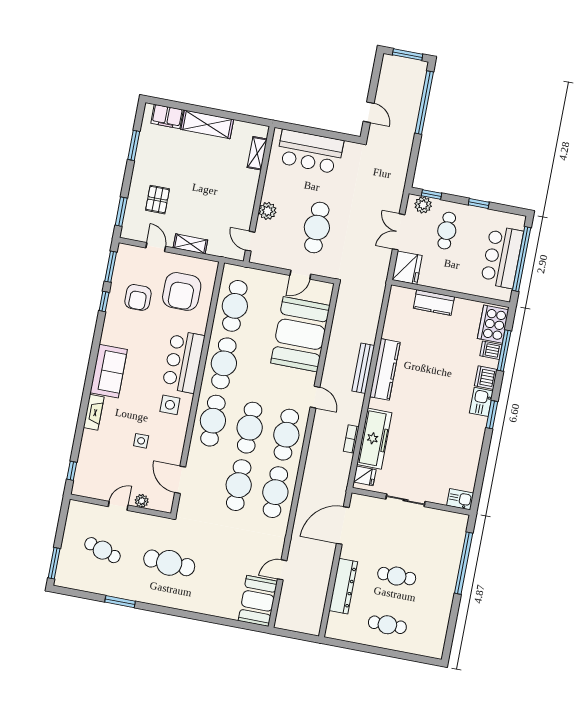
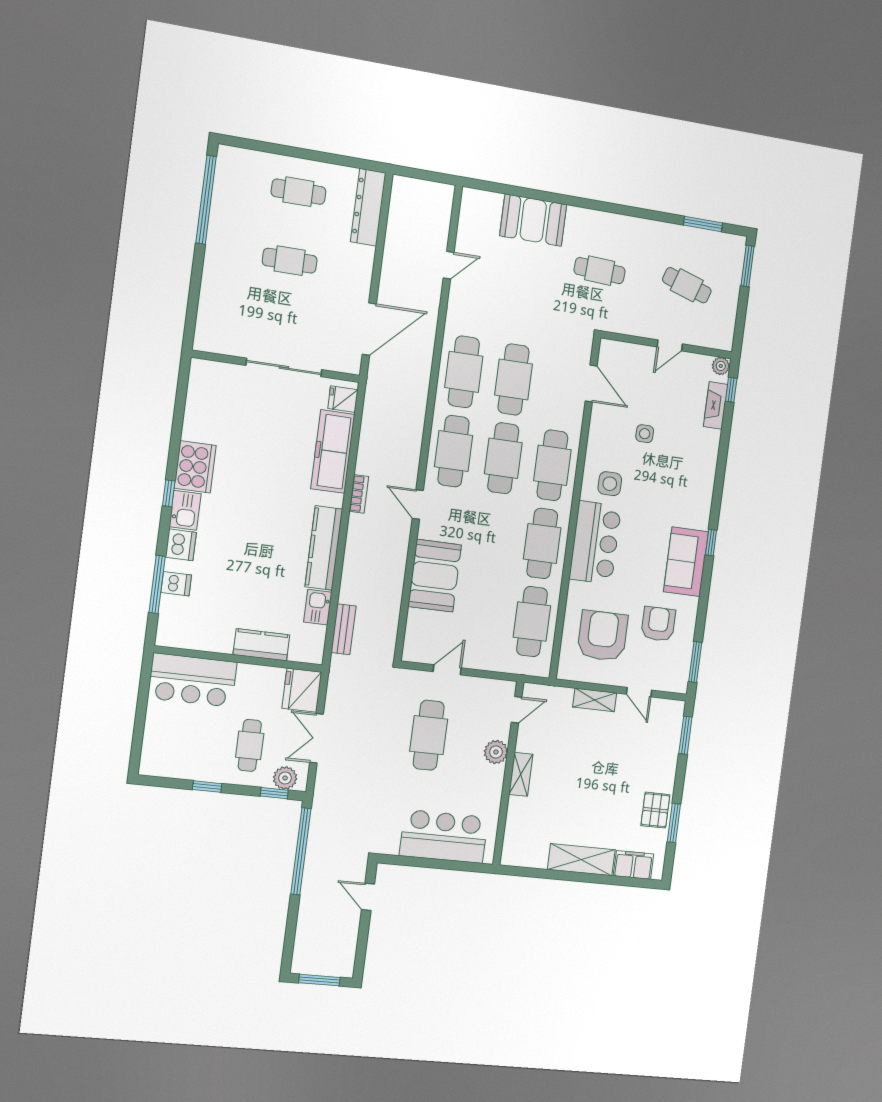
window: (424, 103) -> (301, 851), moved
shelving: (257, 153) -> (521, 774), moved
pallet: (158, 200) -> (655, 810), moved
double door: (399, 232) -> (317, 738), swing flipped
door: (250, 241) -> (517, 710), hinge flipped
bar counter: (502, 257) -> (192, 680), moved, turned 90
window: (522, 259) -> (141, 714), removed
window: (104, 302) -> (711, 543), moved
cooker: (493, 324) -> (195, 467), moved
booth: (300, 334) -> (435, 576), width x0.73, depth x0.70
bench: (363, 368) -> (343, 629), moved, width x0.73
sofa: (109, 371) -> (686, 562), moved
fireplace: (94, 412) -> (716, 405), moved
window: (492, 415) -> (169, 493), width x0.67
bookcase: (351, 439) -> (359, 494), moved
kitchen sink: (460, 499) -> (318, 607), moved, turned 90
sliding door: (405, 500) -> (284, 367), width x1.37
plant: (142, 501) -> (721, 366), moved
cafe table: (169, 563) -> (600, 271), width x0.73, depth x0.74
window: (464, 563) -> (206, 200), moved
dresser: (343, 586) -> (368, 207), moved
booth: (258, 601) -> (533, 220), moved, turned 90
window: (120, 602) -> (703, 224), moved

